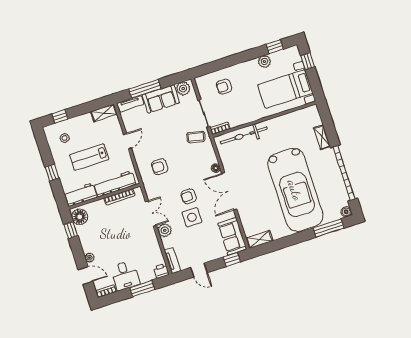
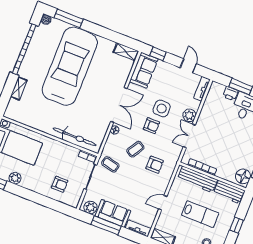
window: (145, 89) -> (106, 225), moved
coffee table: (186, 166) -> (135, 149), added
printer: (161, 271) -> (230, 94), moved

